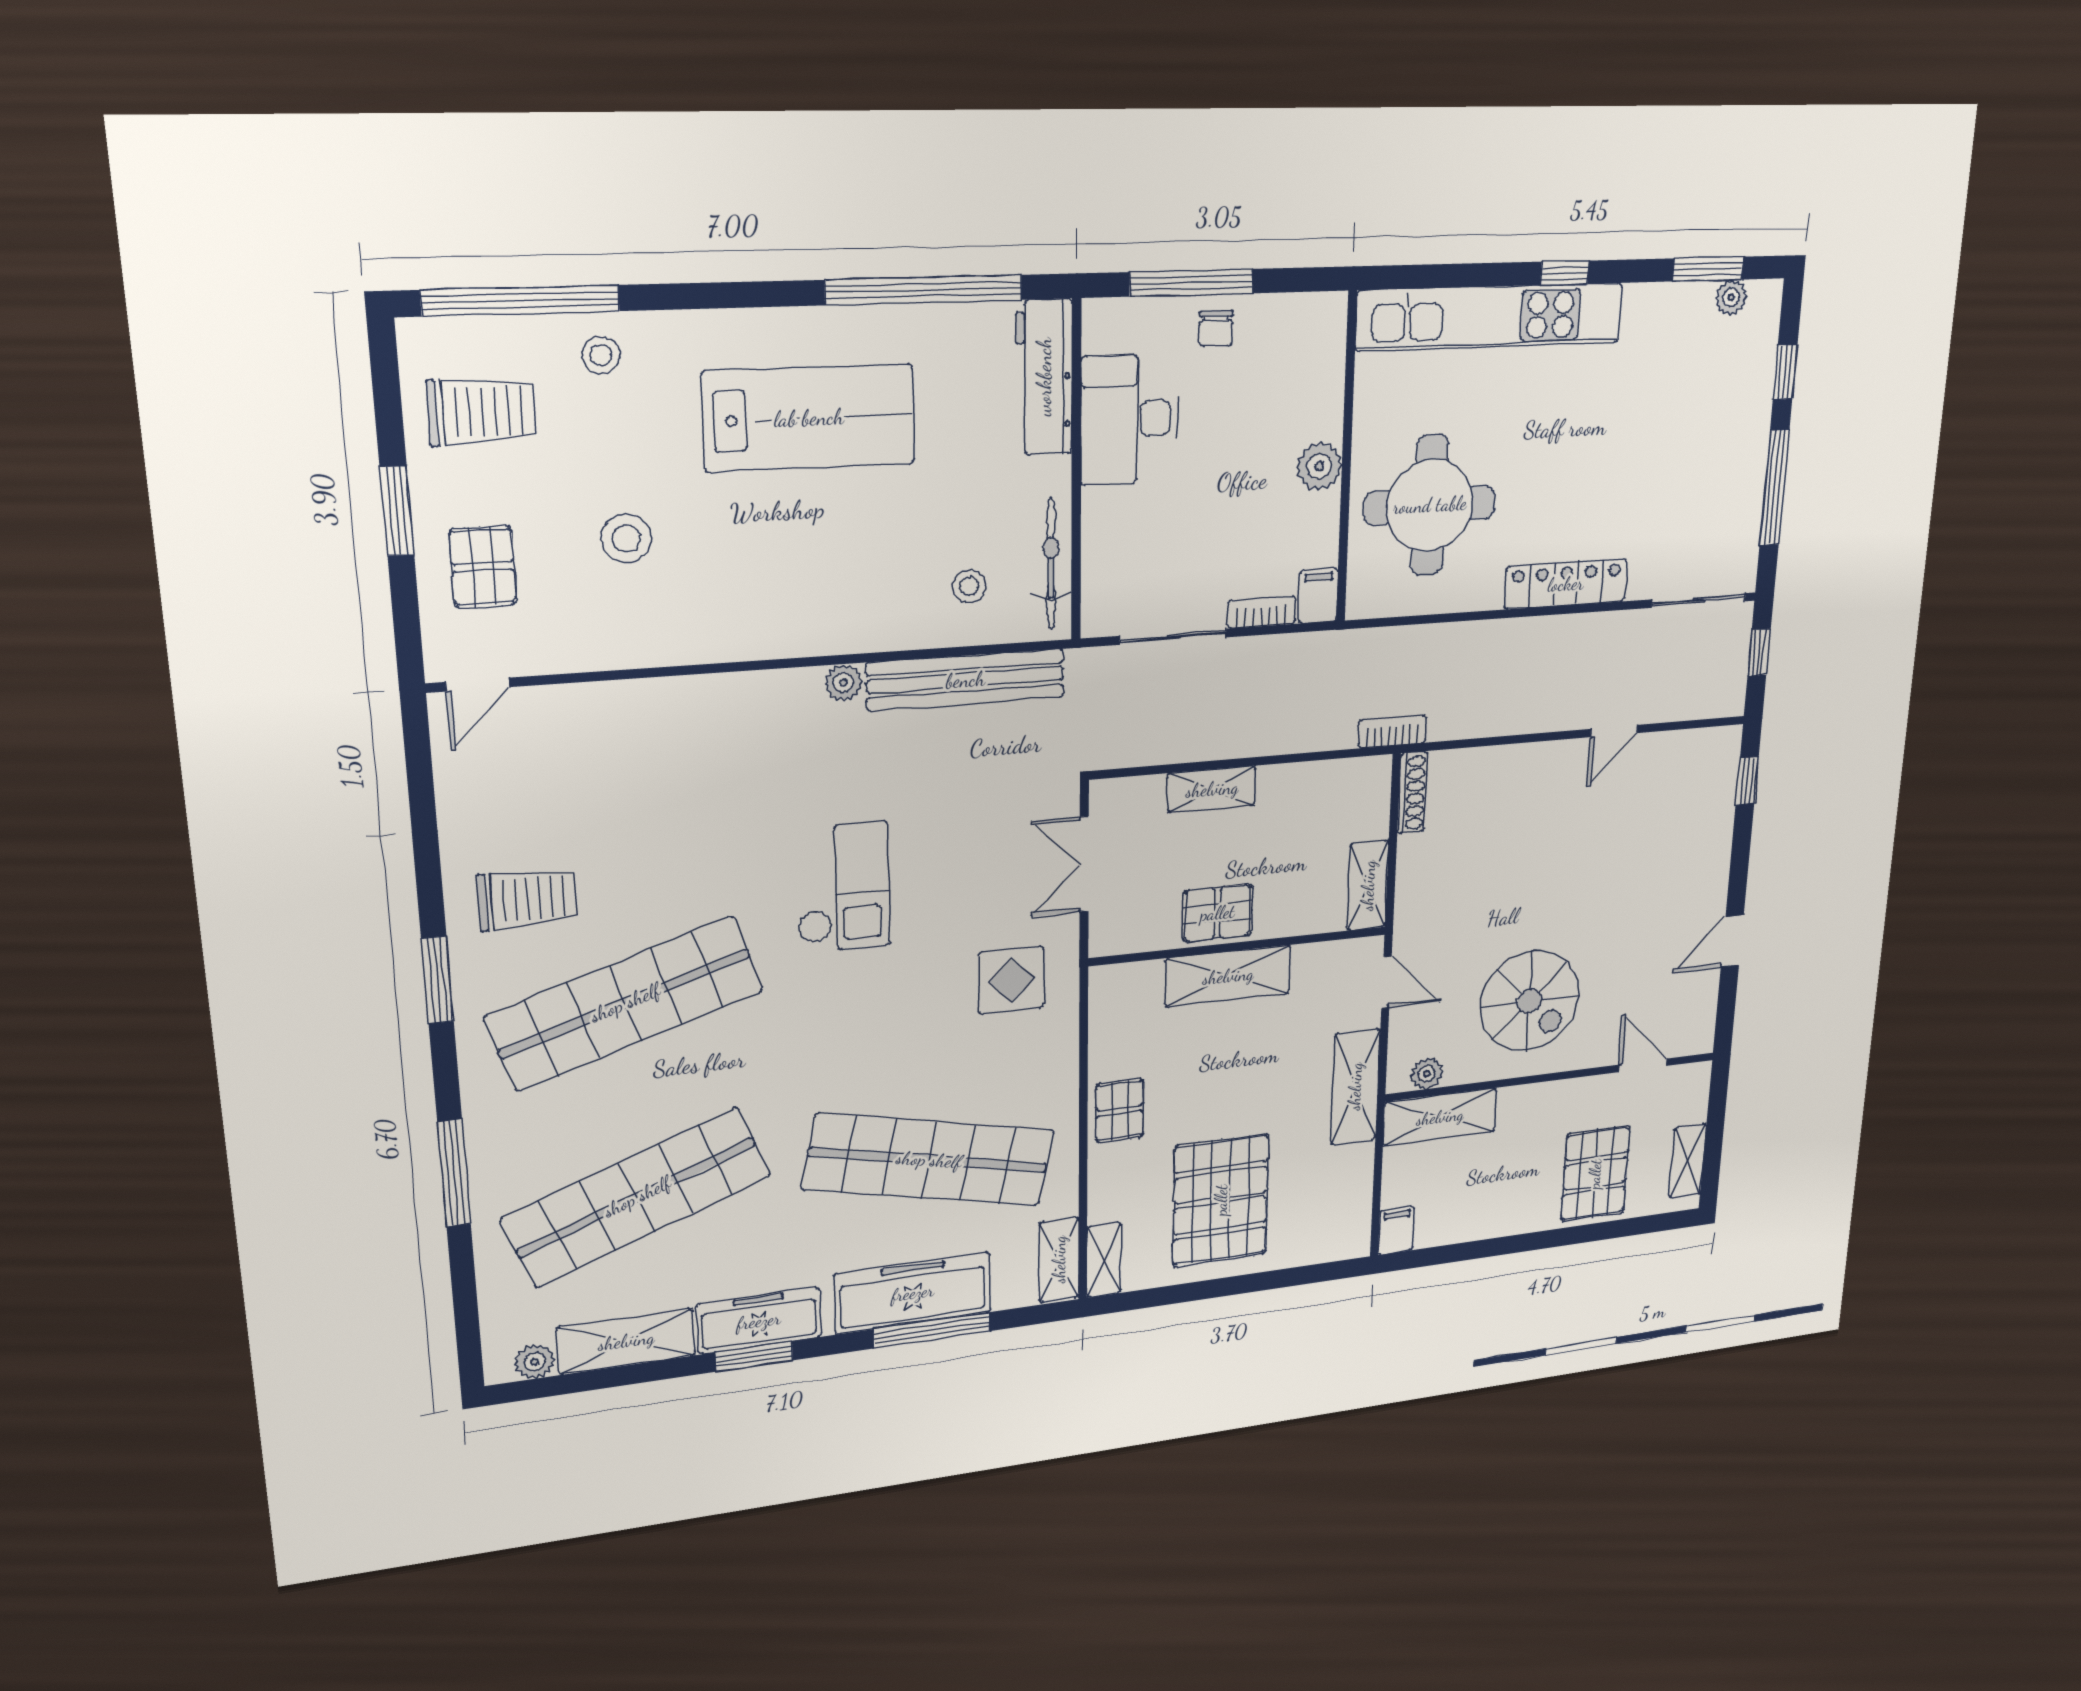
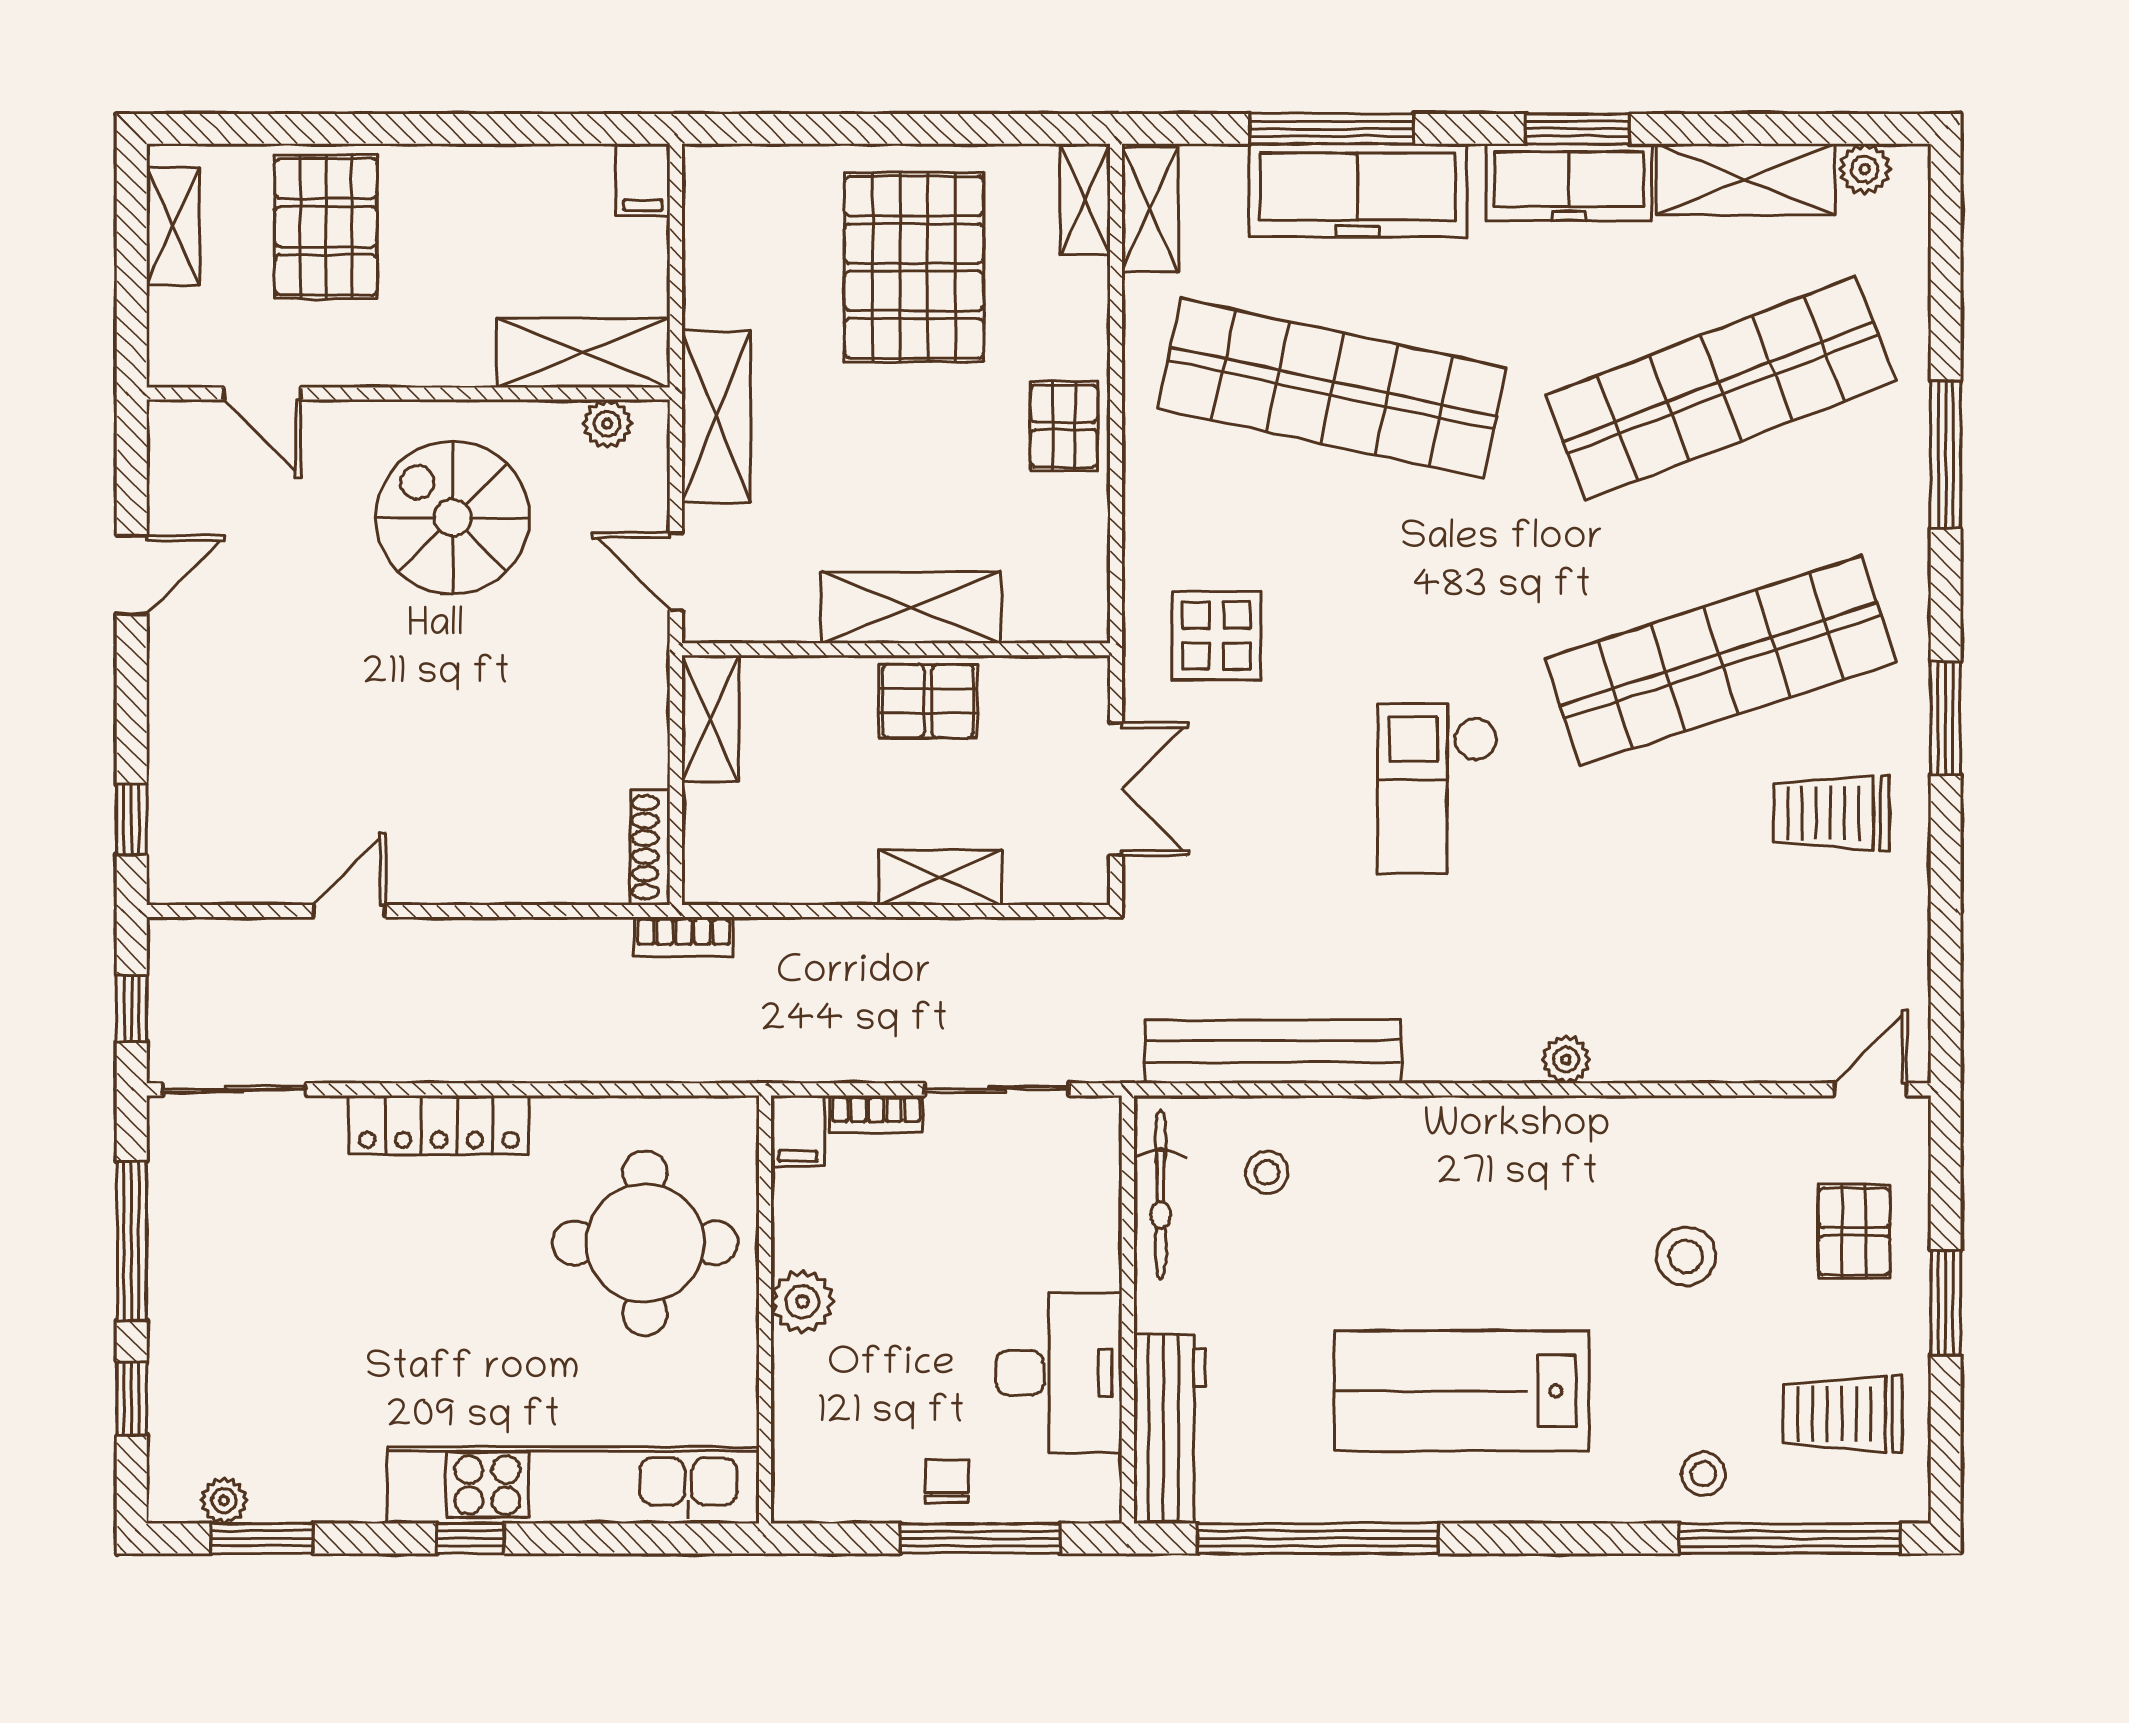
plant: (843, 683) -> (1566, 1060), moved

